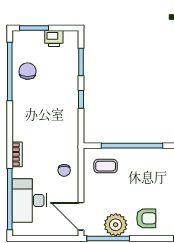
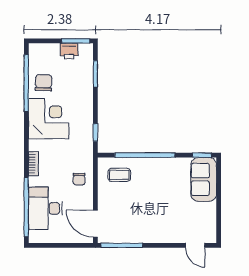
window: (34, 28) -> (76, 41), moved
window: (81, 99) -> (95, 132), moved
corner desk: (33, 108) -> (49, 119), added
armchair: (146, 218) -> (159, 226), removed
plant: (116, 225) -> (129, 232), removed

